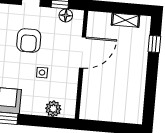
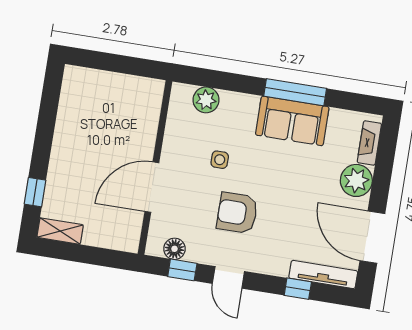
shelving: (126, 20) -> (60, 231), moved
armchair: (29, 41) -> (237, 213), turned -90

